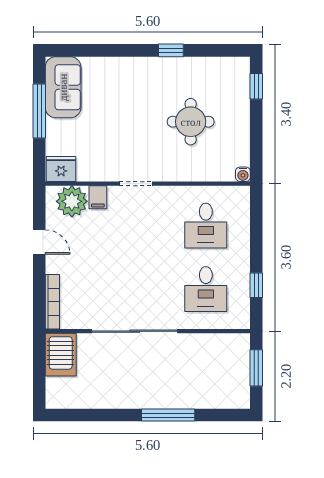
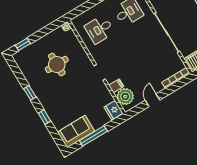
window: (117, 50) -> (44, 117), added
desk: (206, 226) -> (100, 29), turned 180

